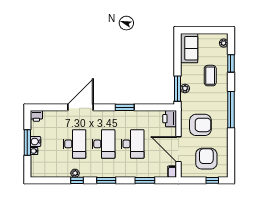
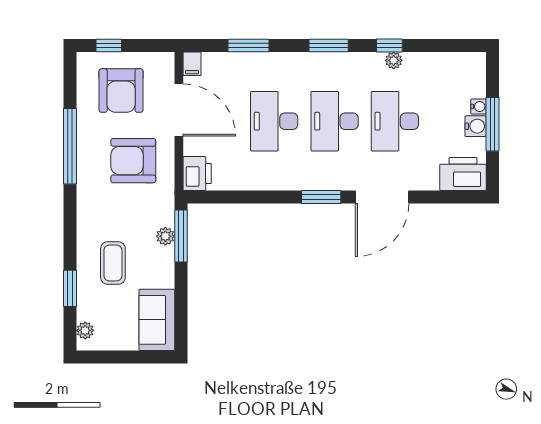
window: (125, 107) -> (321, 197), moved
window: (231, 110) -> (70, 146), moved
printer: (36, 116) -> (463, 174), width x1.87, depth x1.48

